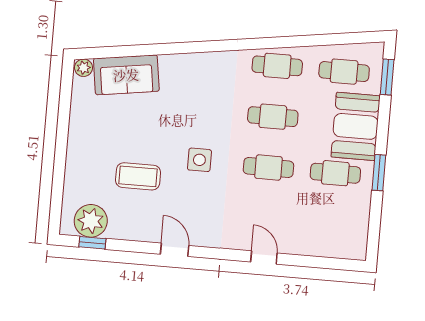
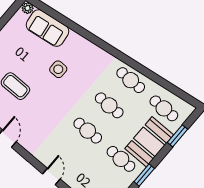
window: (387, 77) -> (178, 136), moved
side table: (199, 160) -> (58, 69), moved

